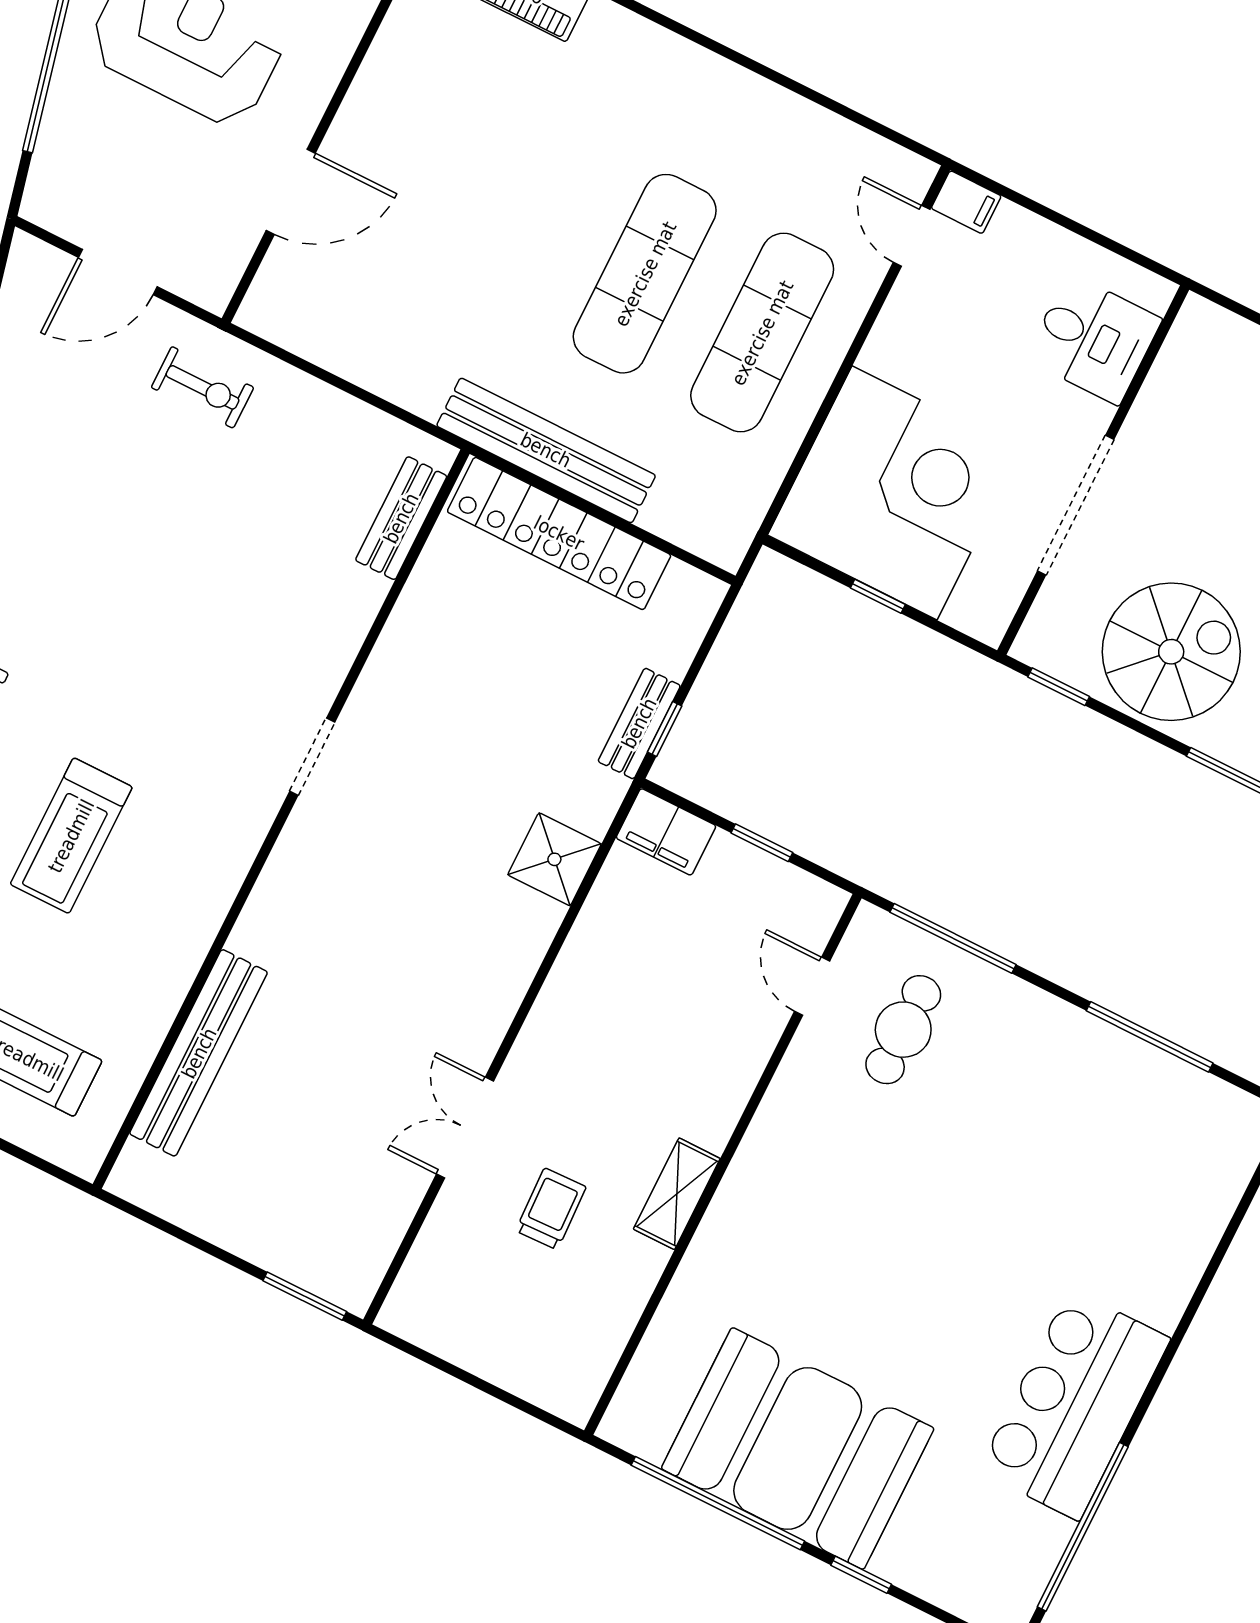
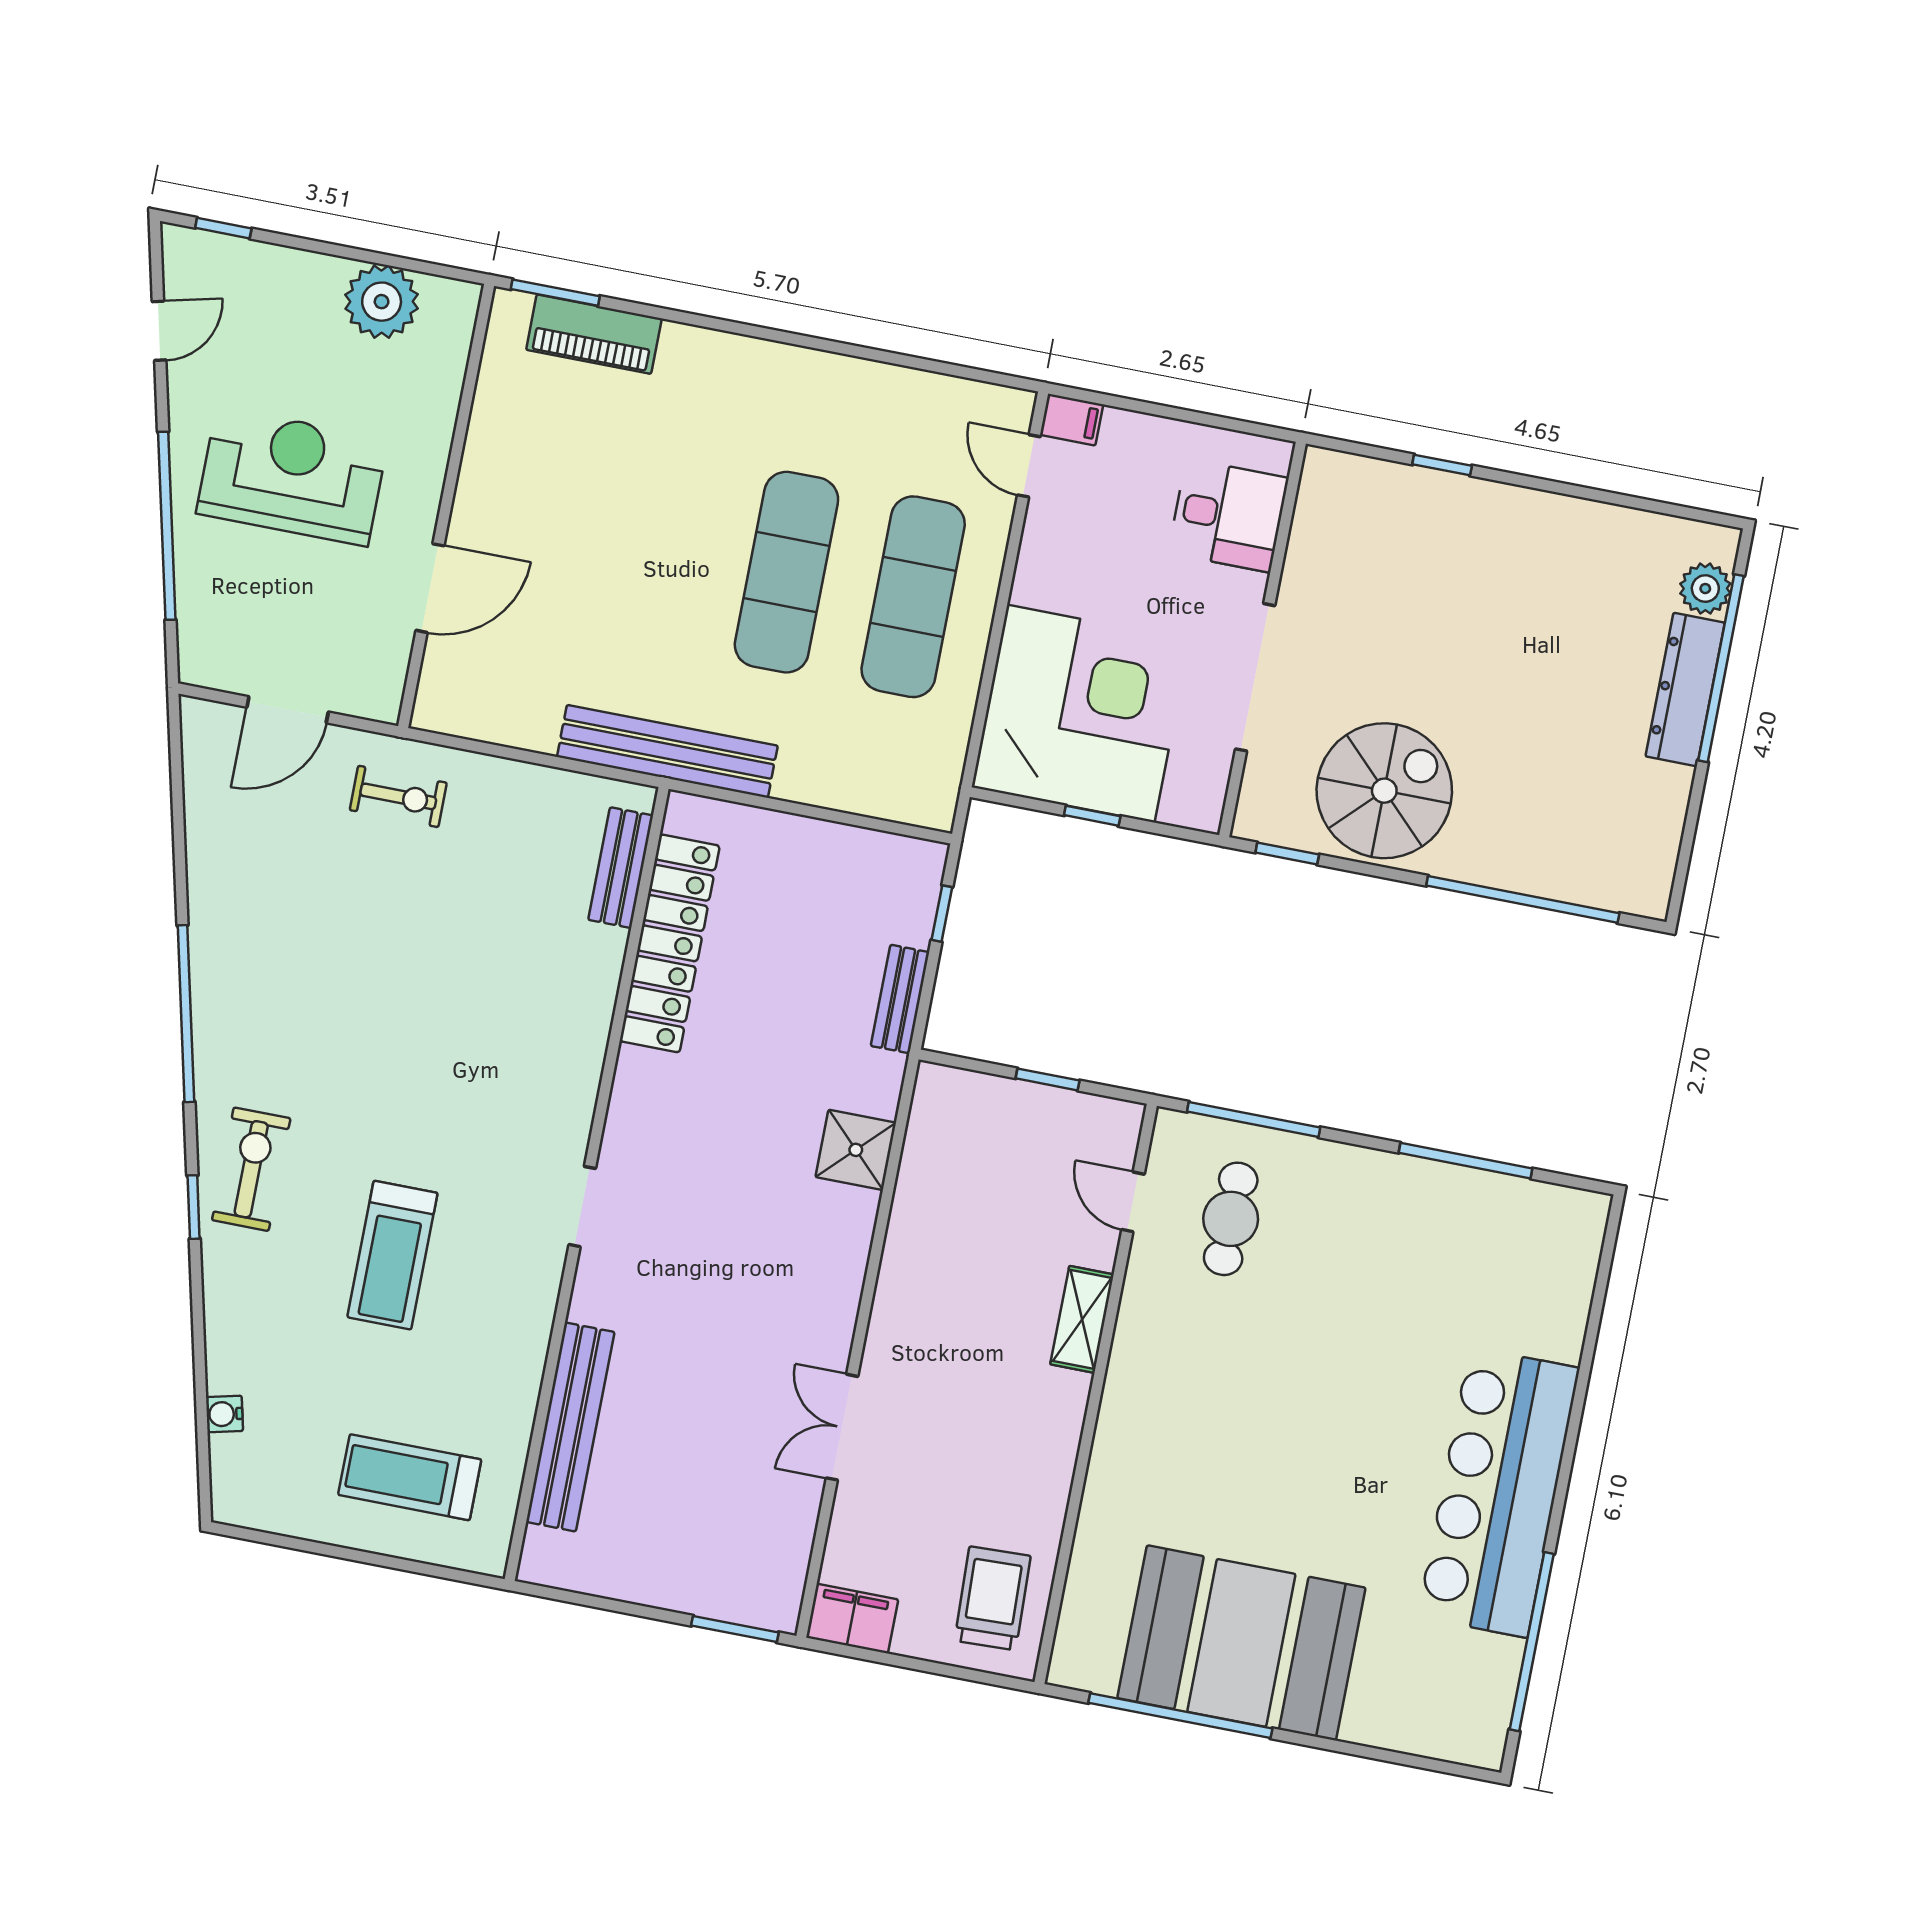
bench: (546, 450) -> (667, 751), moved
locker: (559, 533) -> (670, 943), moved, turned -90
window: (665, 729) -> (942, 914), moved
doorway: (312, 757) -> (582, 1207), moved
filing cabinet: (666, 832) -> (852, 1619), moved, turned 180
shelving: (677, 1194) -> (1082, 1319), moved
trolley: (551, 1209) -> (993, 1598), moved, width x1.36, depth x1.39
bar counter: (1074, 1405) -> (1499, 1492), width x1.36
window: (861, 1575) -> (1335, 1746), removed

